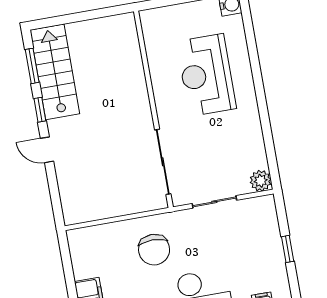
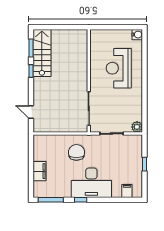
door: (47, 150) -> (31, 112), moved
chair: (154, 250) -> (76, 152), turned 180

